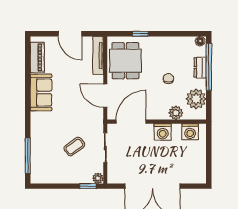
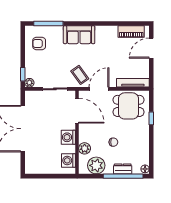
door: (70, 34) -> (151, 48), moved
sofa: (41, 92) -> (79, 35), moved
coffee table: (74, 147) -> (80, 75), moved
armchair: (51, 167) -> (39, 43), added

